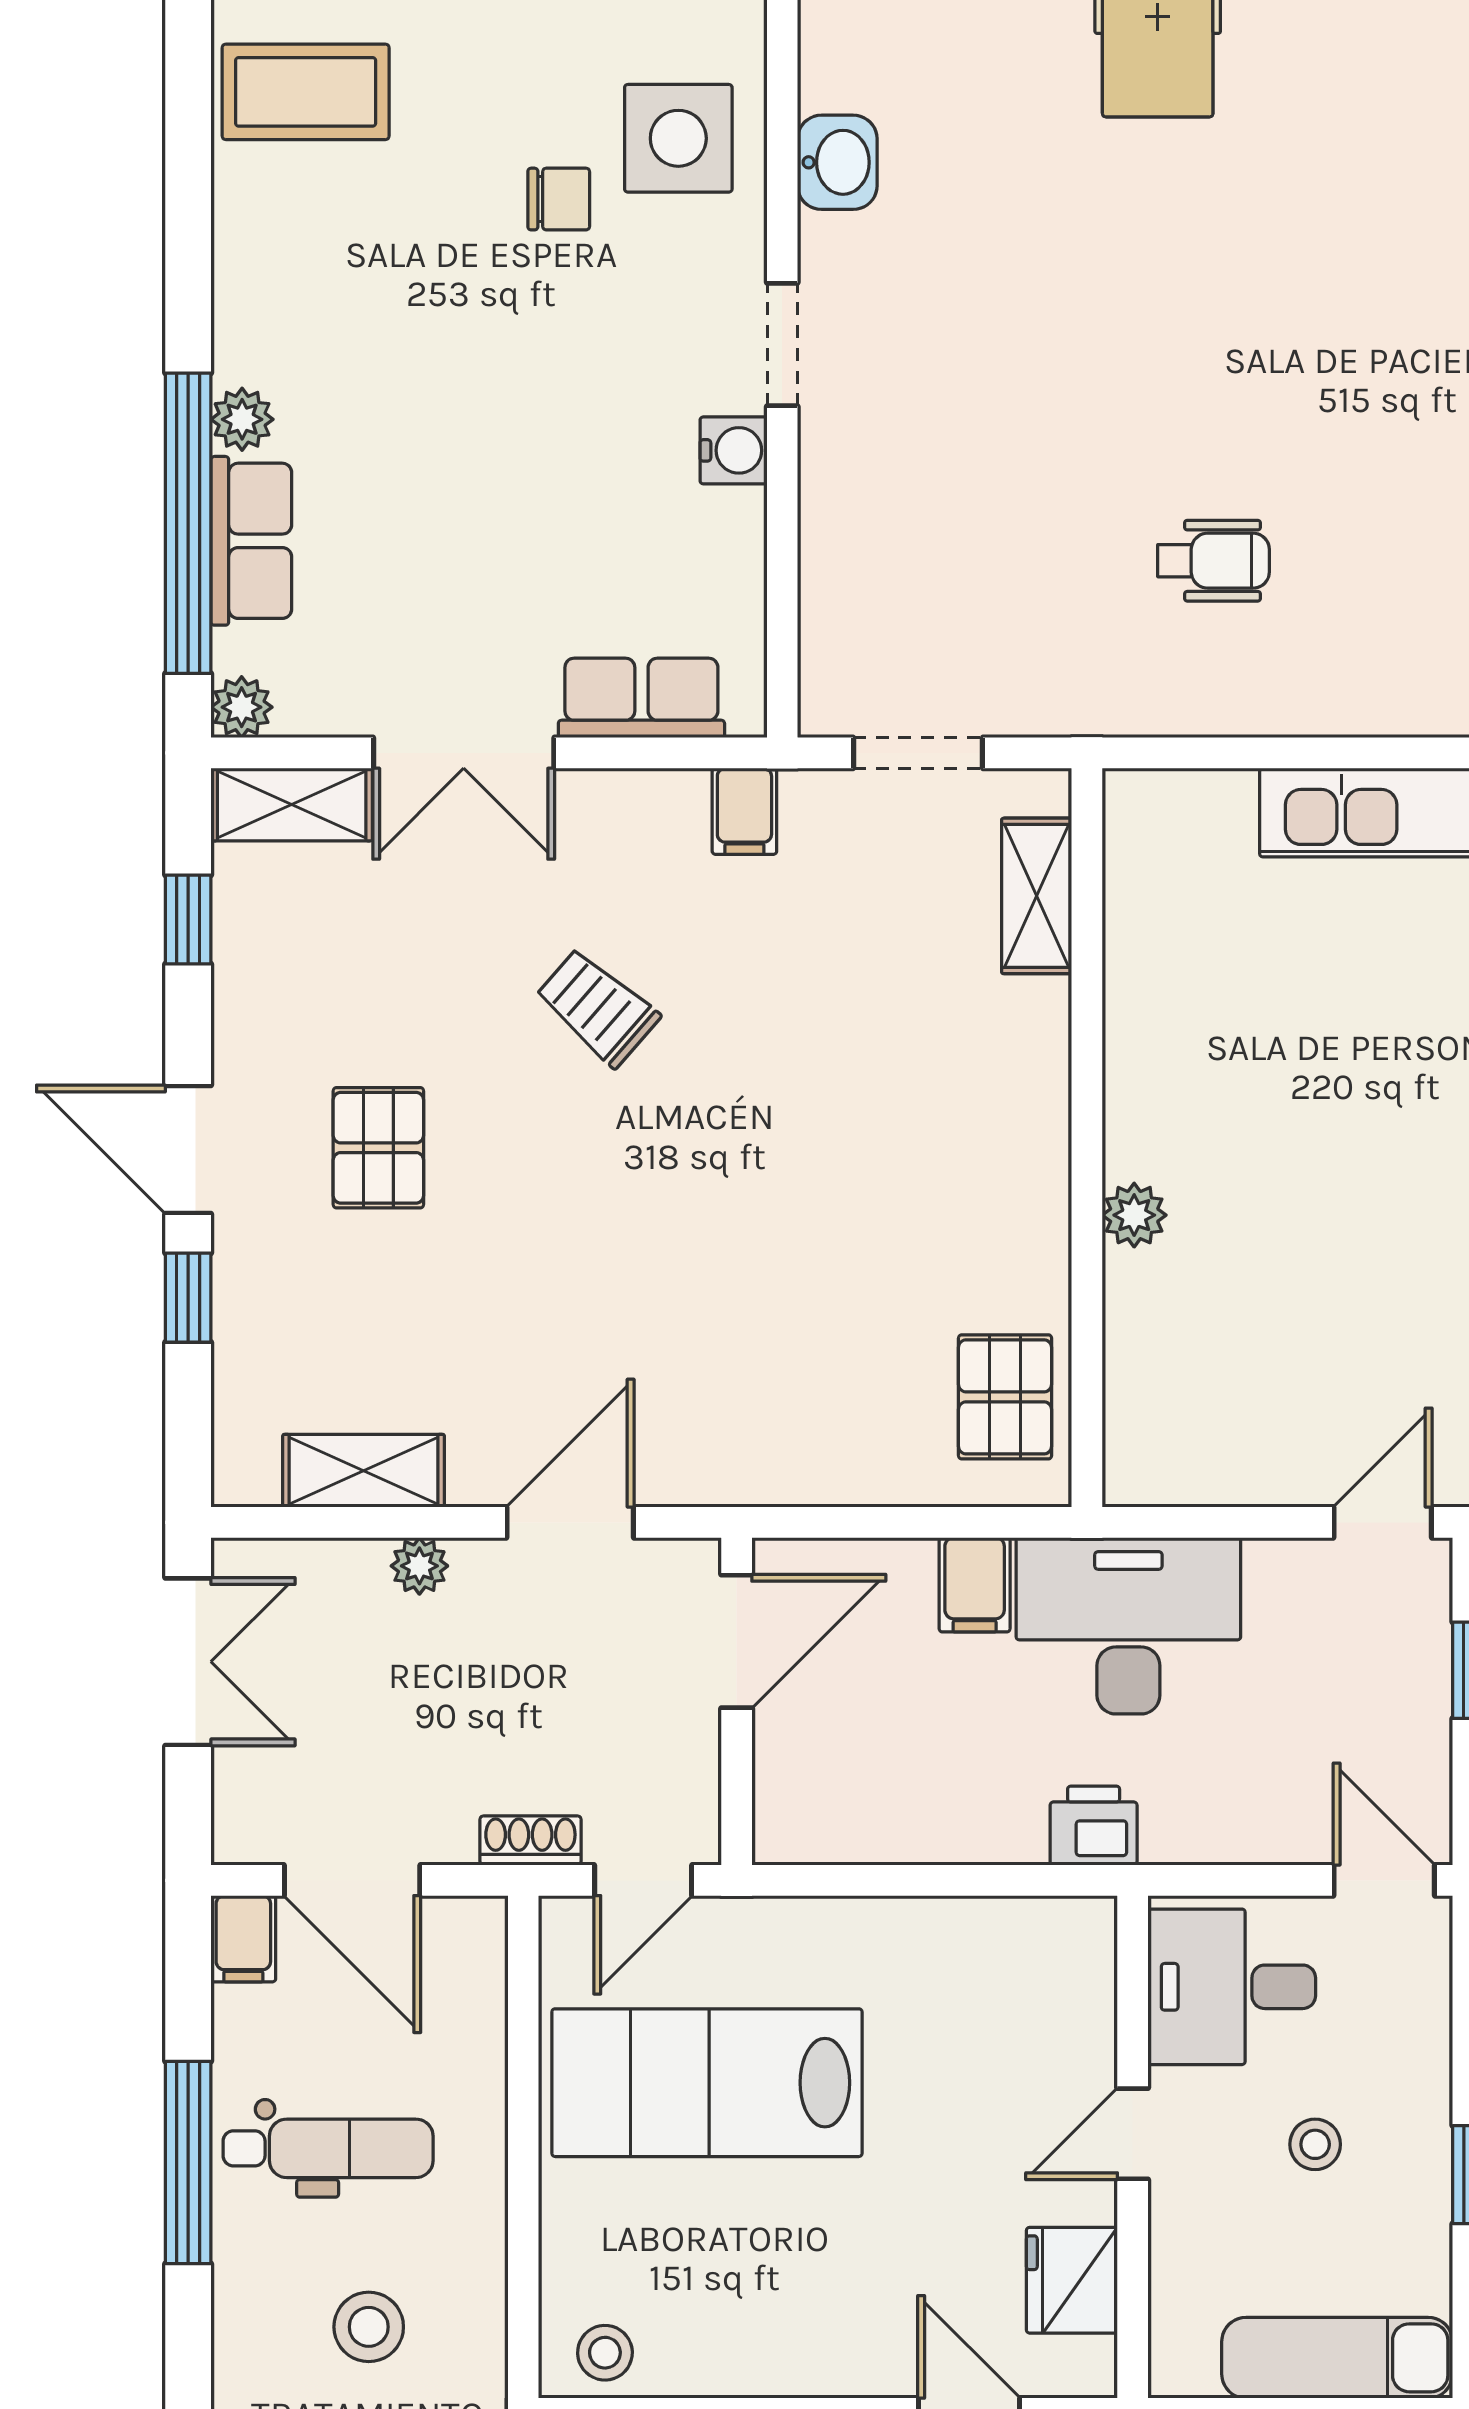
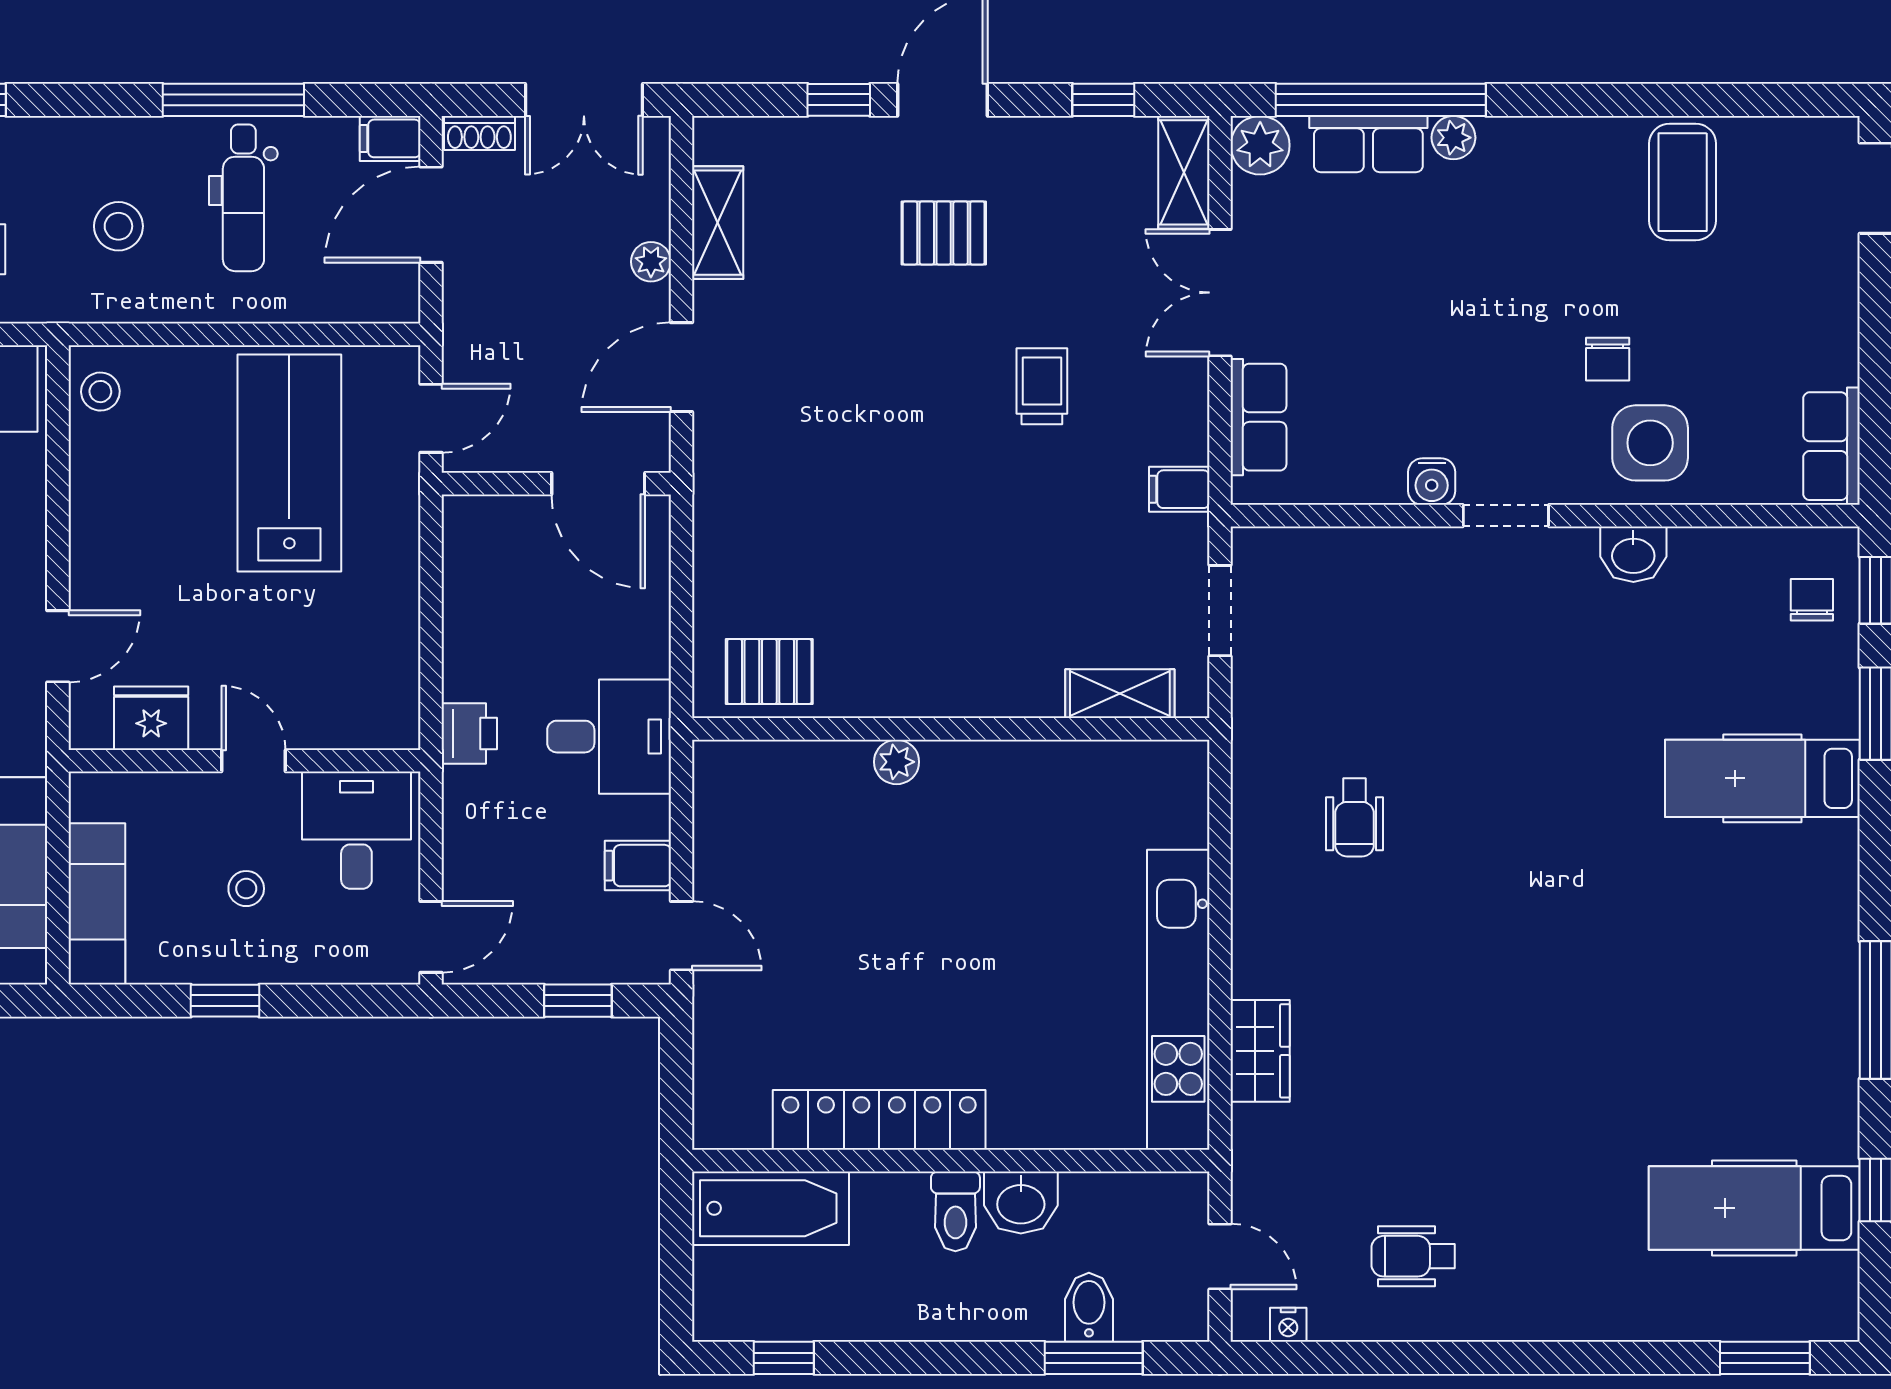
plant: (242, 707) -> (1260, 145), width x1.38, depth x1.38
trolley: (598, 1007) -> (1042, 386), turned -41
door: (570, 1522) -> (682, 367), swing flipped
filing cabinet: (975, 1585) -> (638, 866), moved
desk: (1128, 1626) -> (609, 737), width x0.73
shoe rack: (530, 1841) -> (479, 133), moved, turned 90
door: (643, 1880) -> (431, 418), swing flipped

